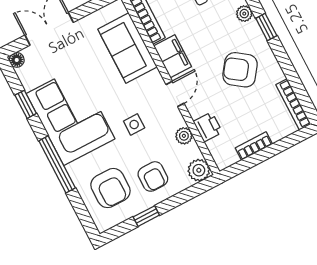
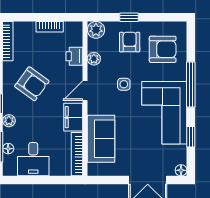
armchair: (110, 188) -> (163, 49), turned 90
window: (146, 216) -> (129, 17), moved

